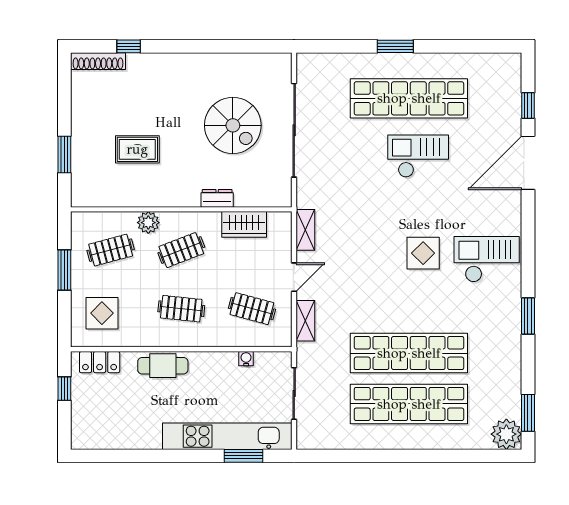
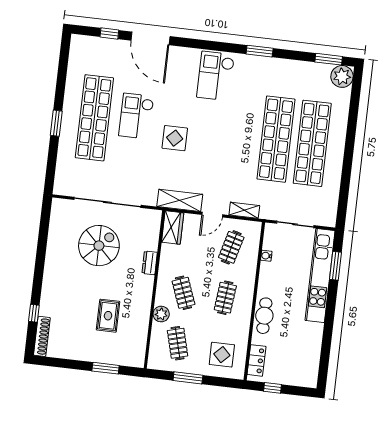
wardrobe: (244, 224) -> (173, 228), moved
shelving: (305, 230) -> (180, 200), width x1.50, depth x1.33
display table: (423, 253) -> (175, 138), moved
door: (294, 277) -> (212, 215), swing flipped

